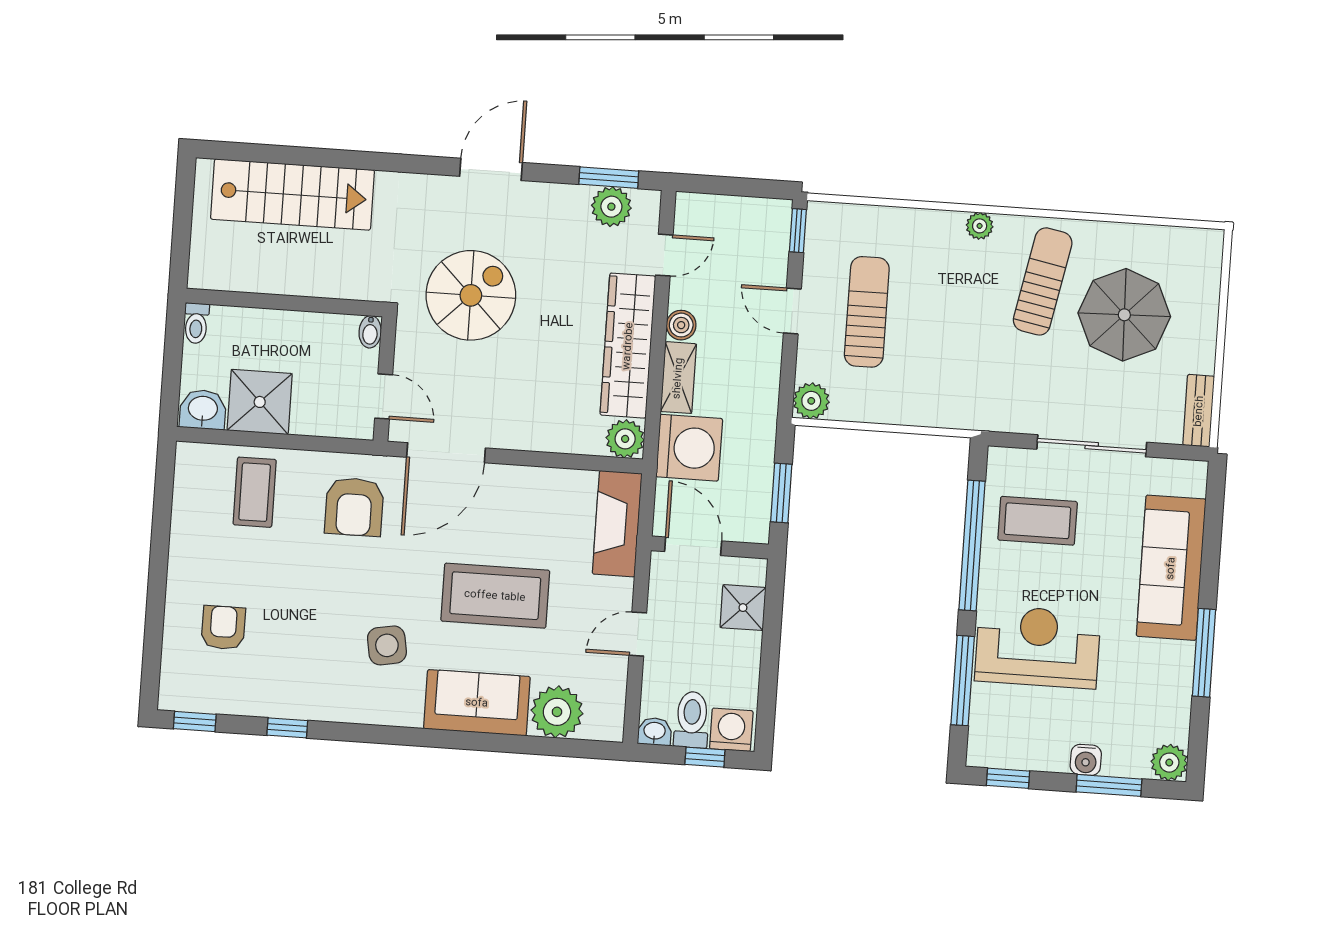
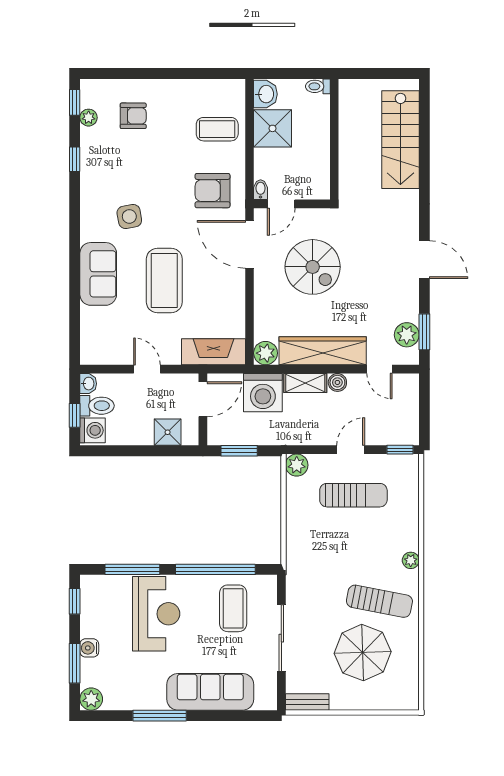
spiral stairs: (471, 295) -> (313, 267), moved
bidet: (370, 332) -> (261, 190), moved, turned 90
plant: (557, 712) -> (89, 118), moved, width x0.53, depth x0.53

